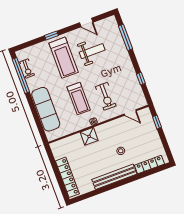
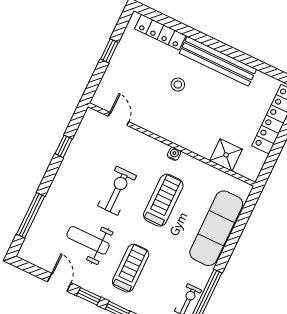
window: (69, 29) -> (89, 296), added
treadmill: (64, 58) -> (131, 268), width x0.73, depth x0.73
exercise bike: (106, 96) -> (117, 191), moved
window: (157, 122) -> (109, 51), moved
shower: (89, 136) -> (226, 155), moved

